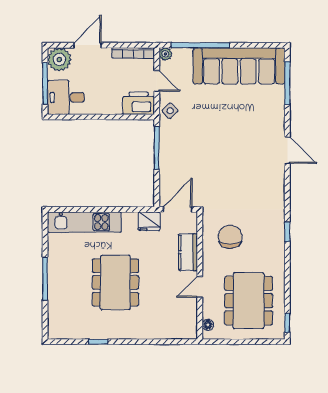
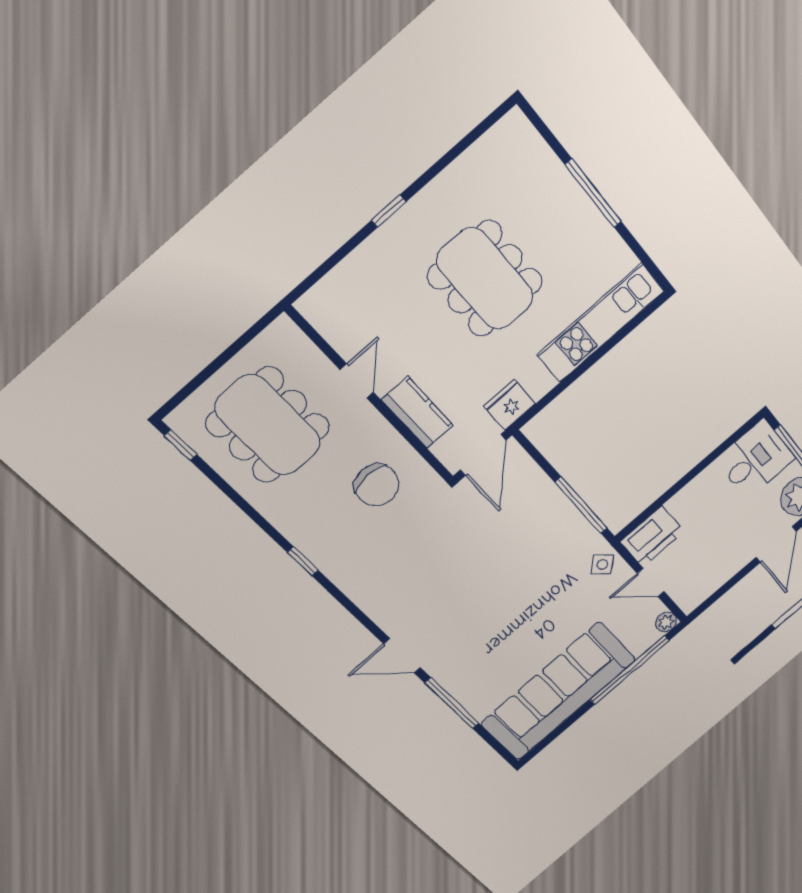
bookcase: (133, 53) -> (709, 587), removed
window: (287, 83) -> (452, 703), moved
floor lamp: (208, 325) -> (295, 339), removed
window: (98, 342) -> (389, 211), moved

